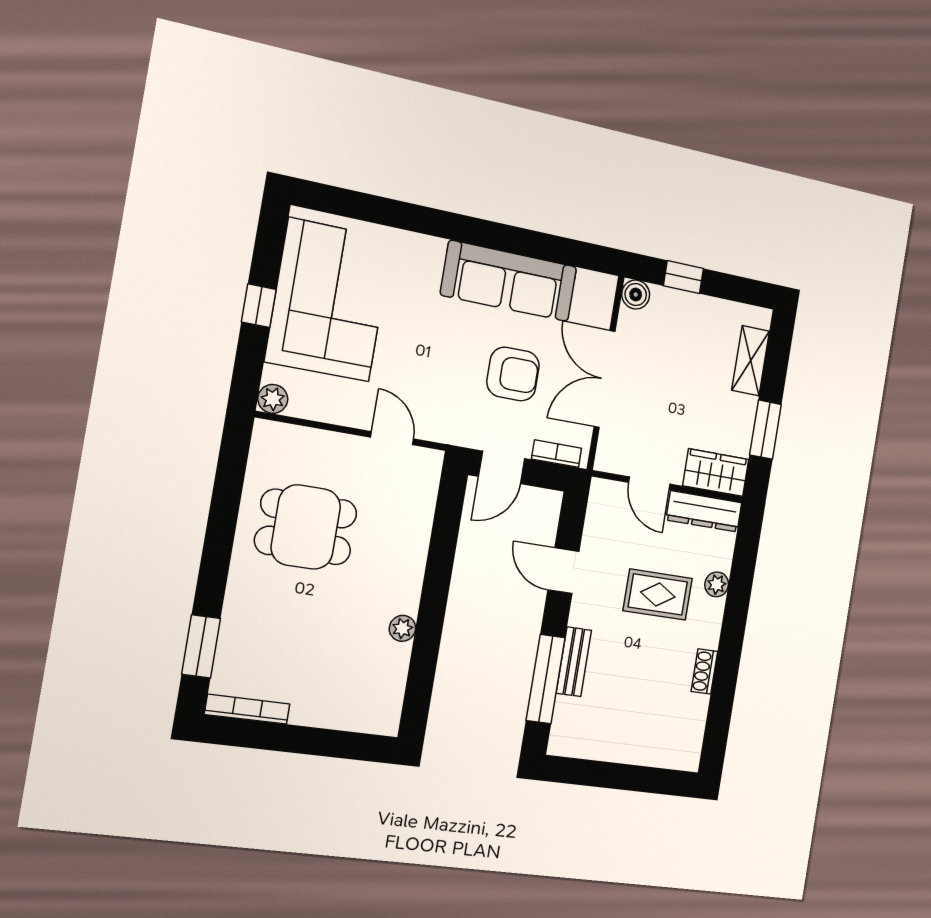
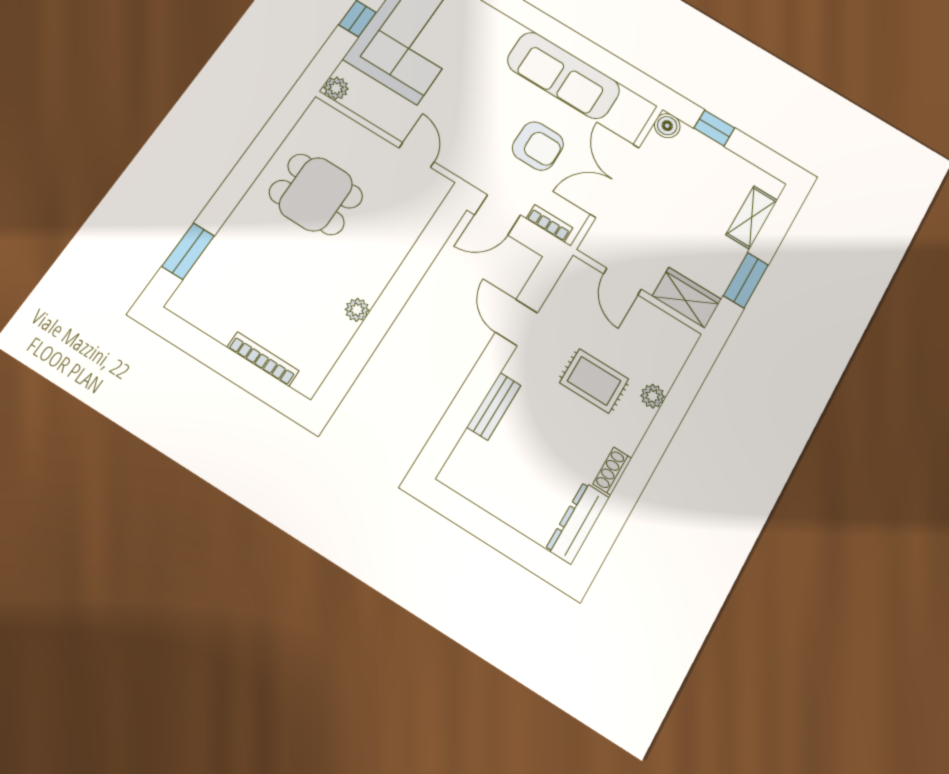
dresser: (704, 511) -> (578, 523), moved, turned 90
window: (546, 679) -> (462, 410), removed
bookcase: (247, 709) -> (263, 359), moved

